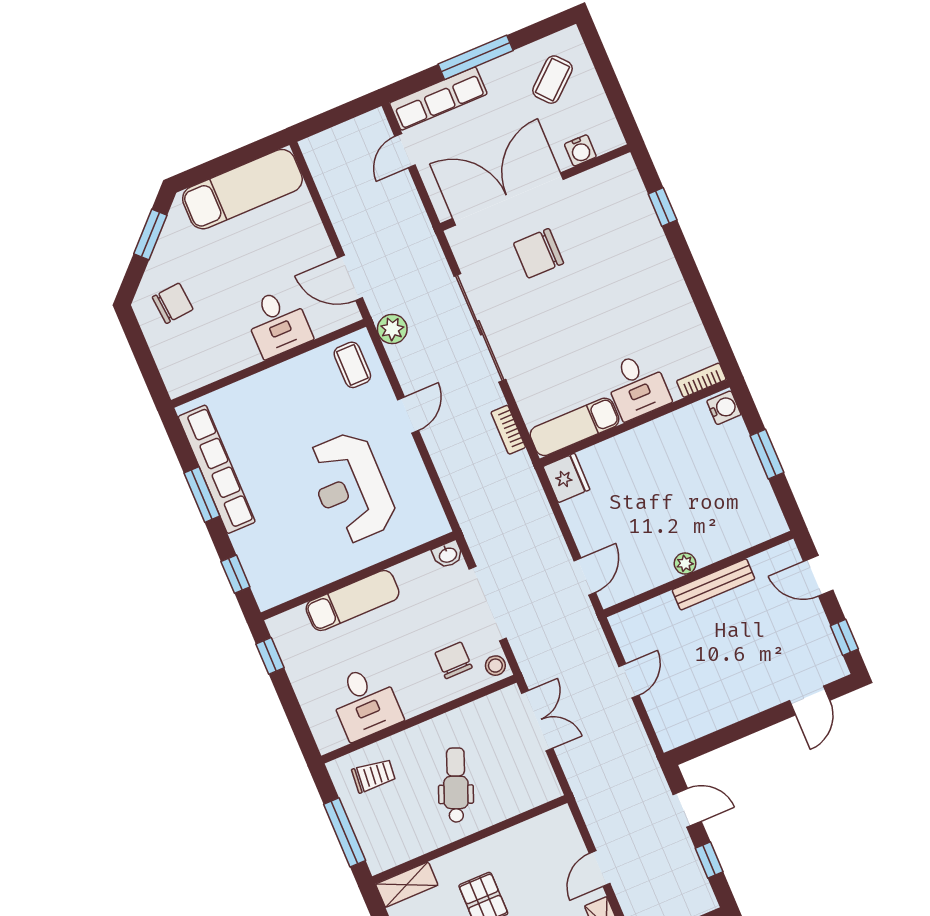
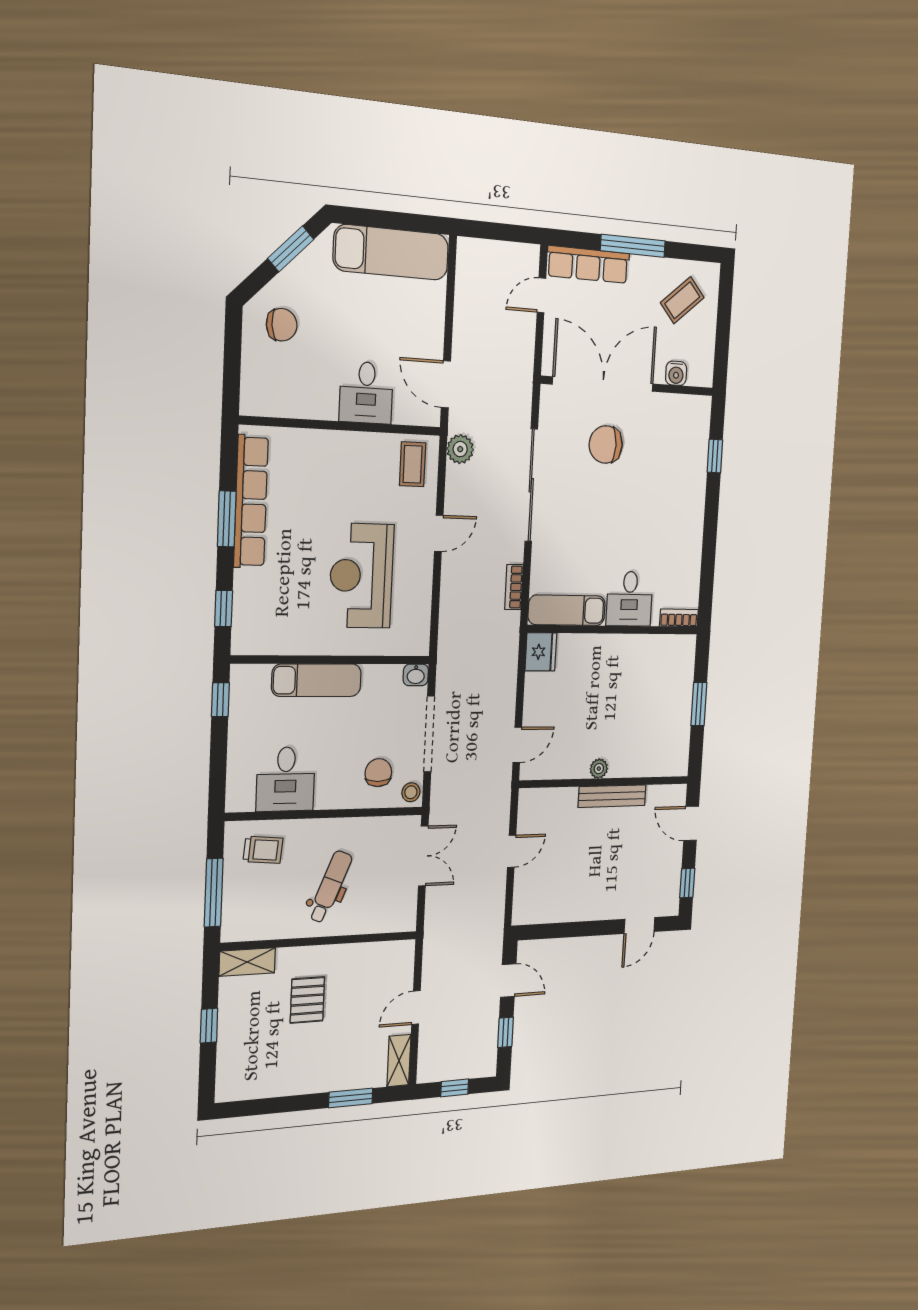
water cooler: (724, 408) -> (685, 650), removed

